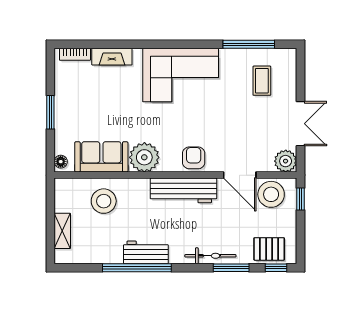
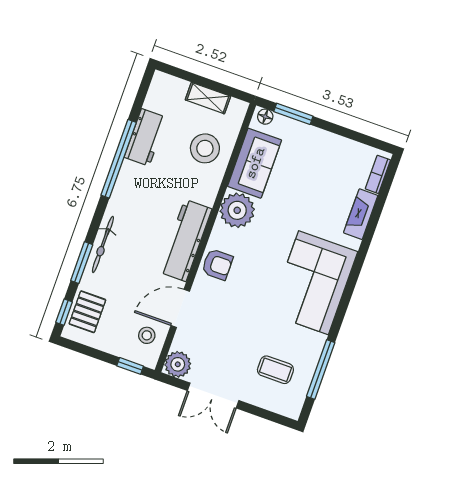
window: (50, 112) -> (293, 114), moved
stool: (271, 194) -> (147, 335), width x0.53, depth x0.53
shelving: (62, 231) -> (208, 98), moved
workbench: (146, 252) -> (145, 137), moved

